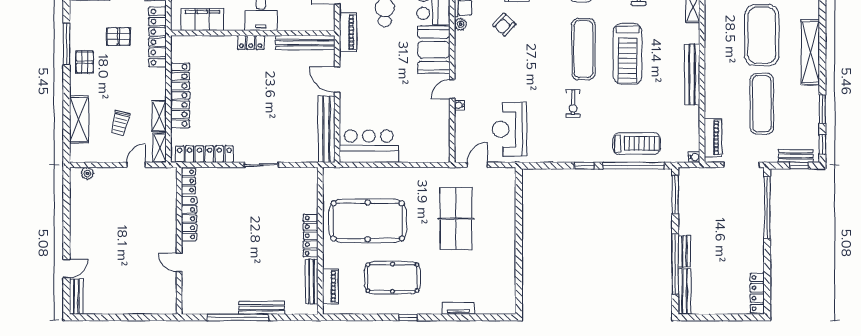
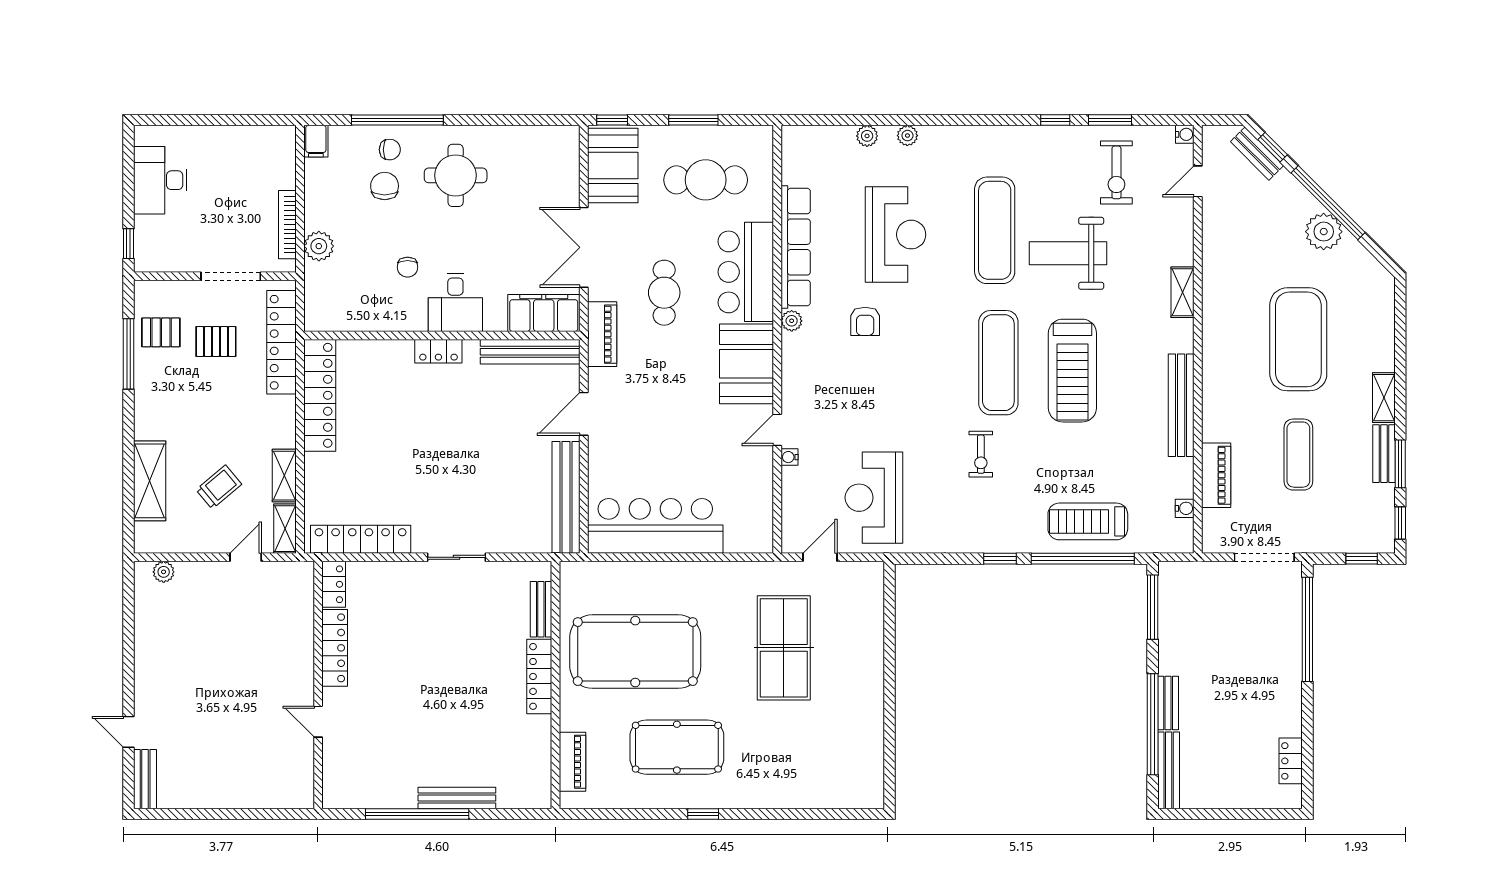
filing cabinet: (202, 20) -> (544, 313), moved
armchair: (504, 25) -> (865, 321), turned -43
shelving: (810, 52) -> (1384, 398), width x0.45, depth x0.75
pallet: (85, 62) -> (161, 332), moved, turned 90
door: (337, 80) -> (584, 414), hinge flipped
locker: (180, 95) -> (320, 395), moved
exercise mat: (762, 104) -> (1298, 455), width x0.73, depth x0.69
trolley: (120, 123) -> (219, 487), turned -144
piano: (713, 138) -> (1216, 475), moved
treadmill: (637, 143) -> (1088, 521), turned 180
bar counter: (369, 146) -> (655, 526), width x1.36
bench: (796, 156) -> (1384, 454), moved, turned 90
water cooler: (694, 157) -> (1185, 508), moved
door: (66, 269) -> (129, 732), swing flipped
bench: (312, 282) -> (541, 609), moved, width x0.73
locker: (757, 293) -> (1291, 761), width x0.66
tv unit: (458, 308) -> (788, 799), removed

